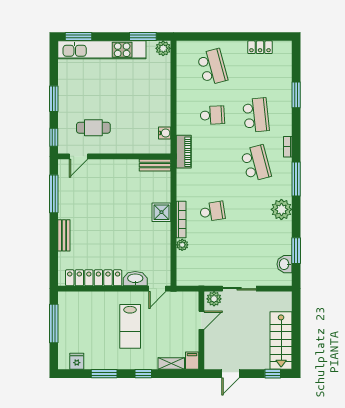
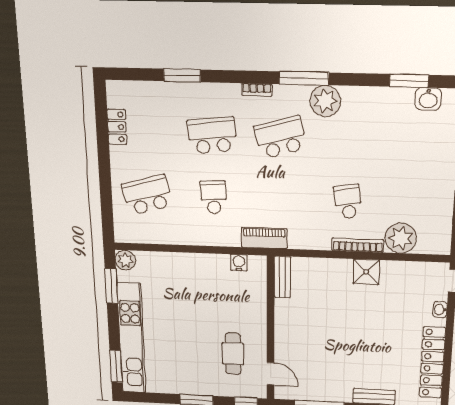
plant: (281, 209) -> (325, 101), moved
shower: (161, 212) -> (366, 272), moved
plant: (182, 245) -> (401, 238), width x1.88, depth x1.88
washbasin: (135, 279) -> (440, 310), width x0.52, depth x0.69

